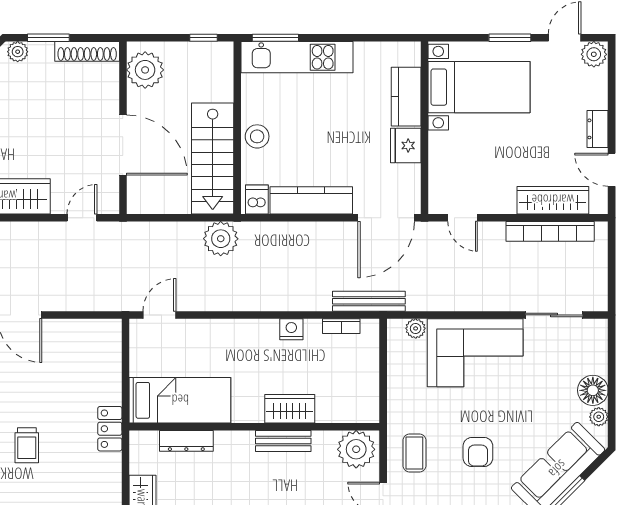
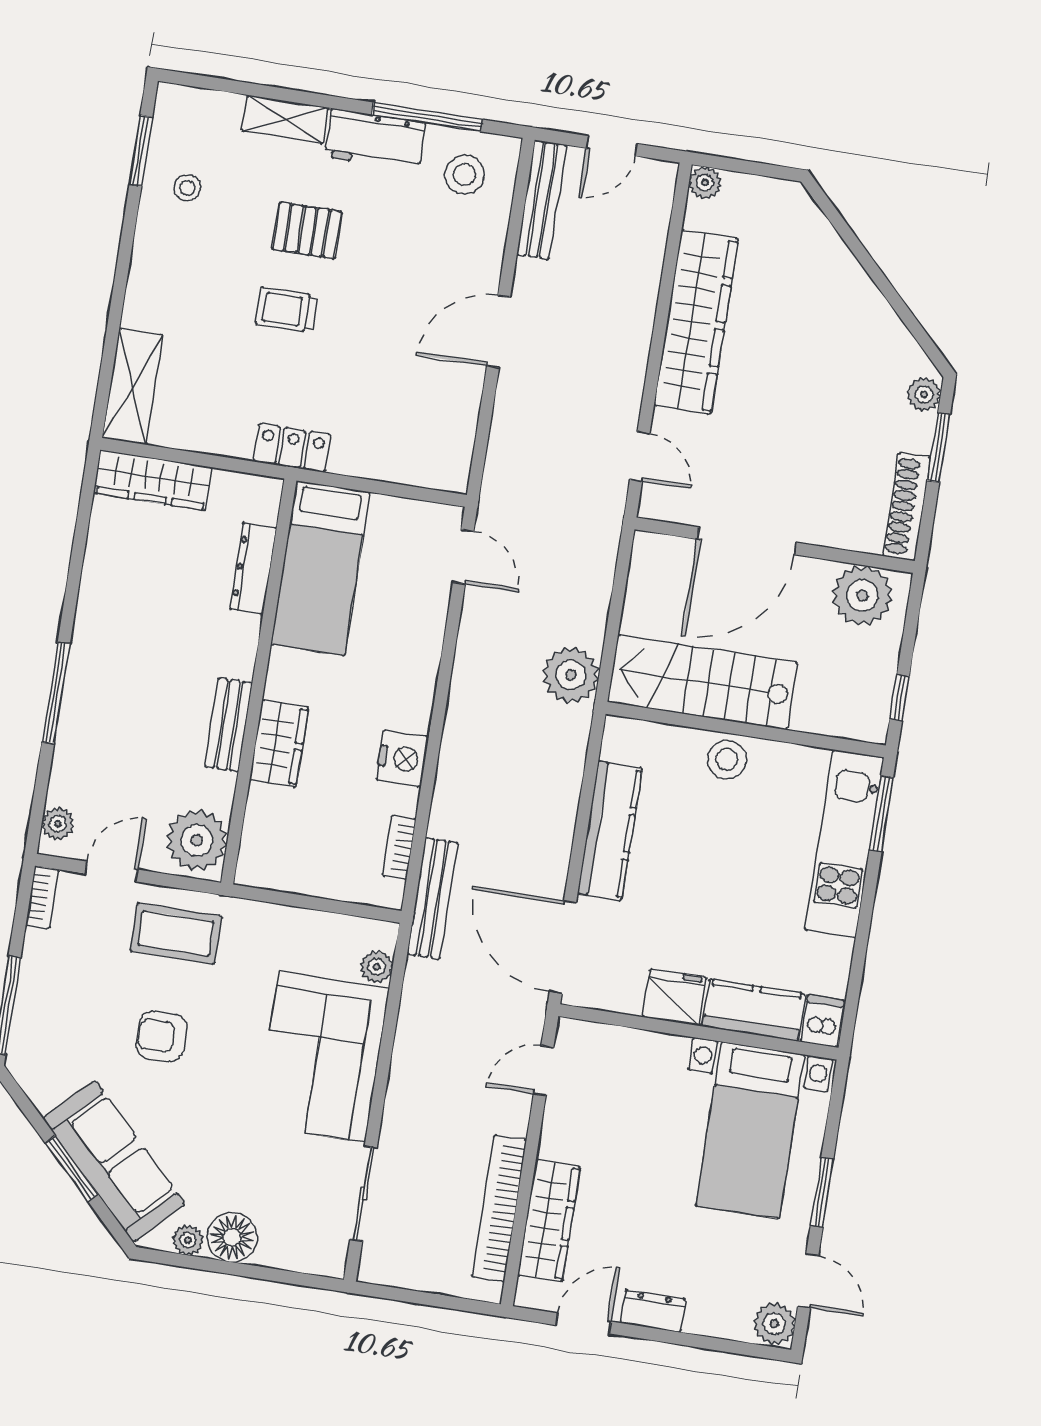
dishwasher: (257, 199) -> (823, 1021), moved, turned -90
nightstand: (291, 329) -> (402, 758), width x1.36, depth x1.33
coffee table: (414, 453) -> (176, 933), width x1.36, depth x1.30

